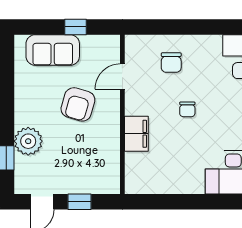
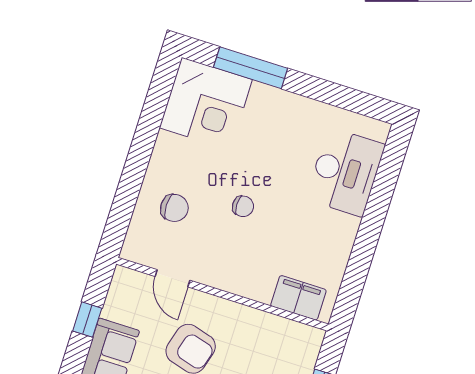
filing cabinet: (136, 134) -> (298, 298), moved

